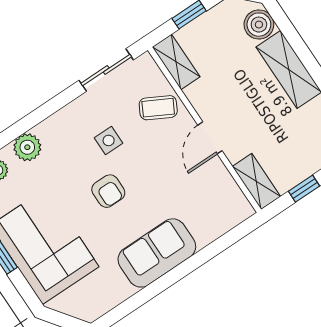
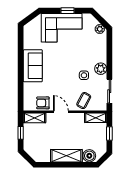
plant: (27, 147) -> (101, 69), moved
armchair: (108, 191) -> (43, 103), moved

